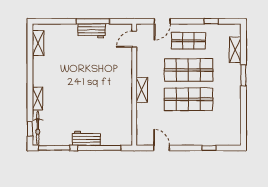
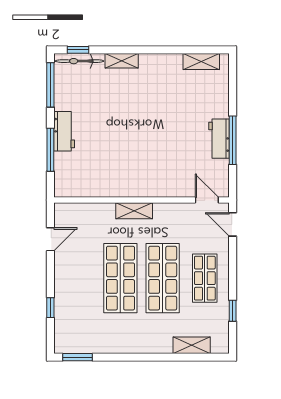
door: (162, 21) -> (233, 224), moved
window: (243, 75) -> (77, 357), moved
window: (99, 148) -> (50, 150), width x0.68

